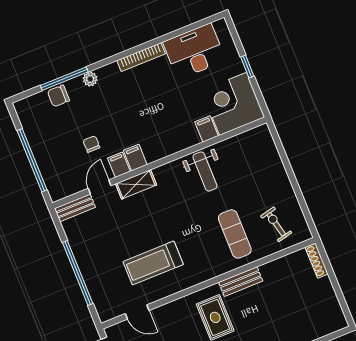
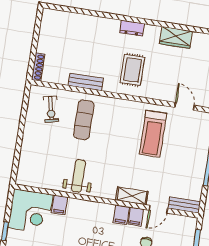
treadmill: (153, 263) -> (153, 134), turned 90
bench: (241, 282) -> (86, 82), moved

